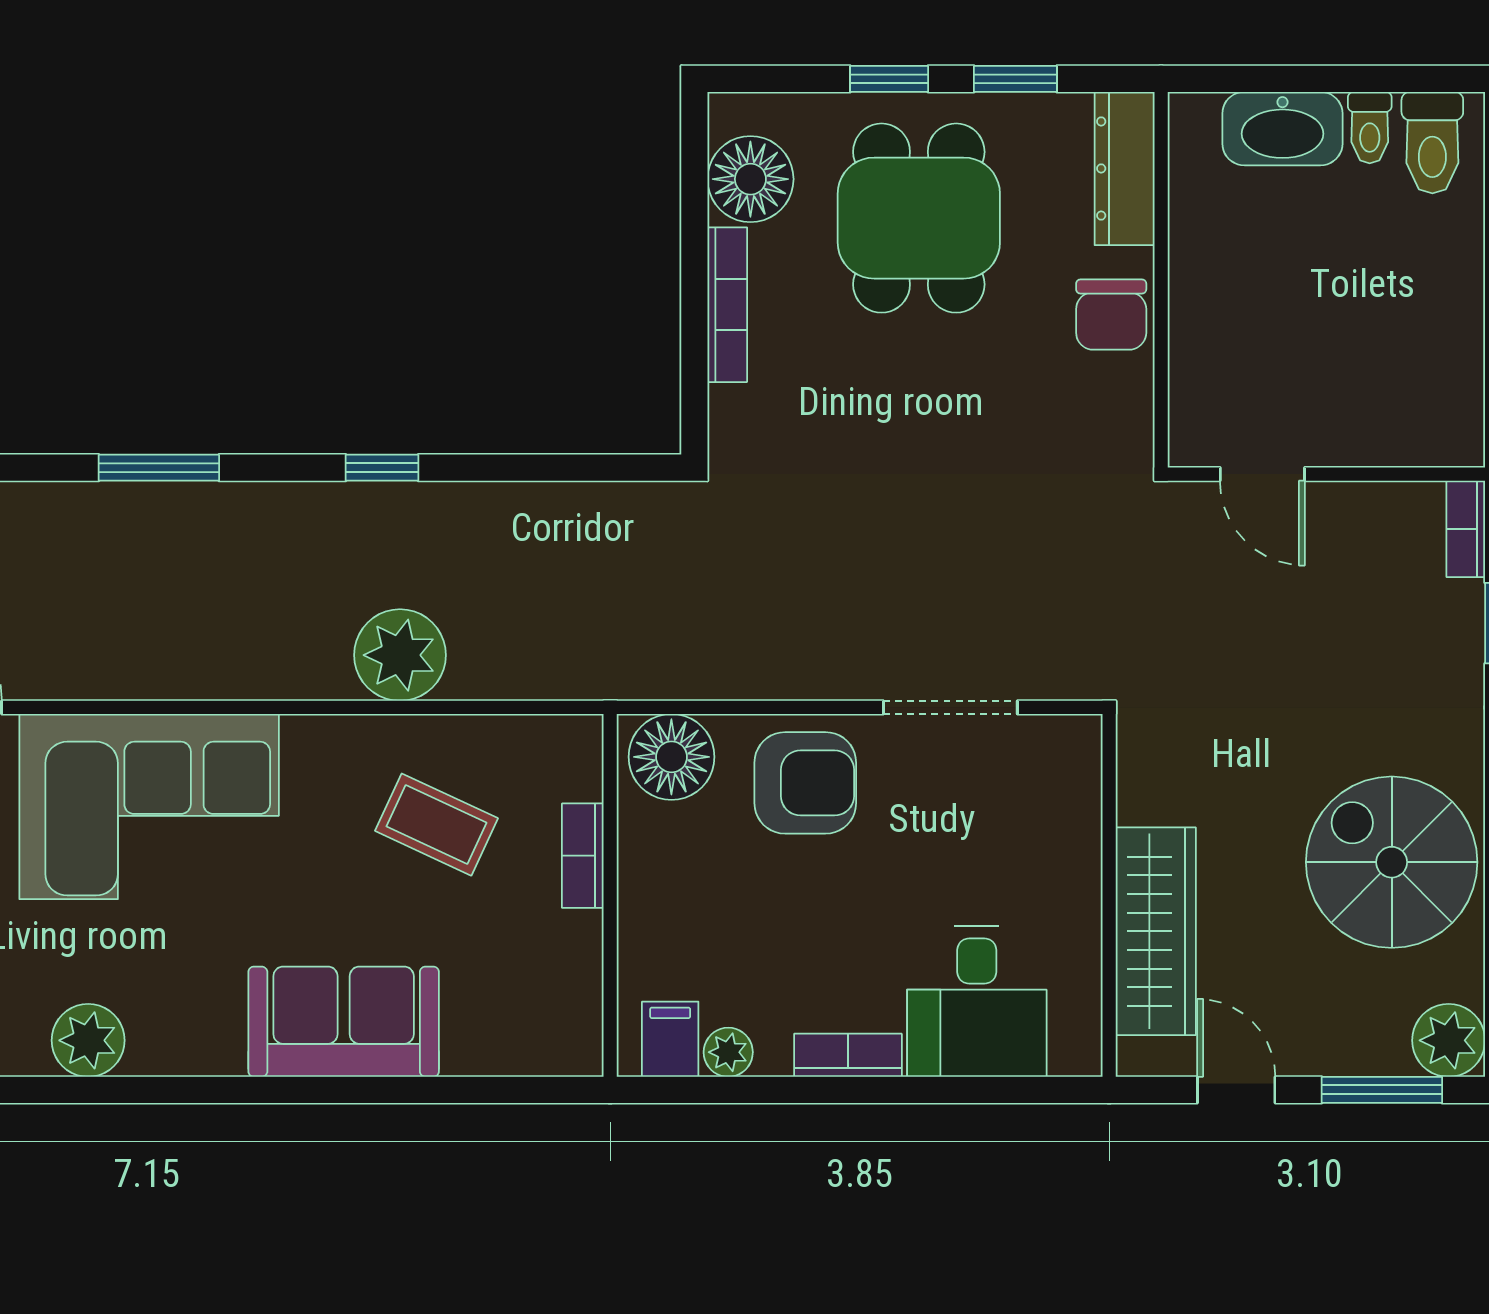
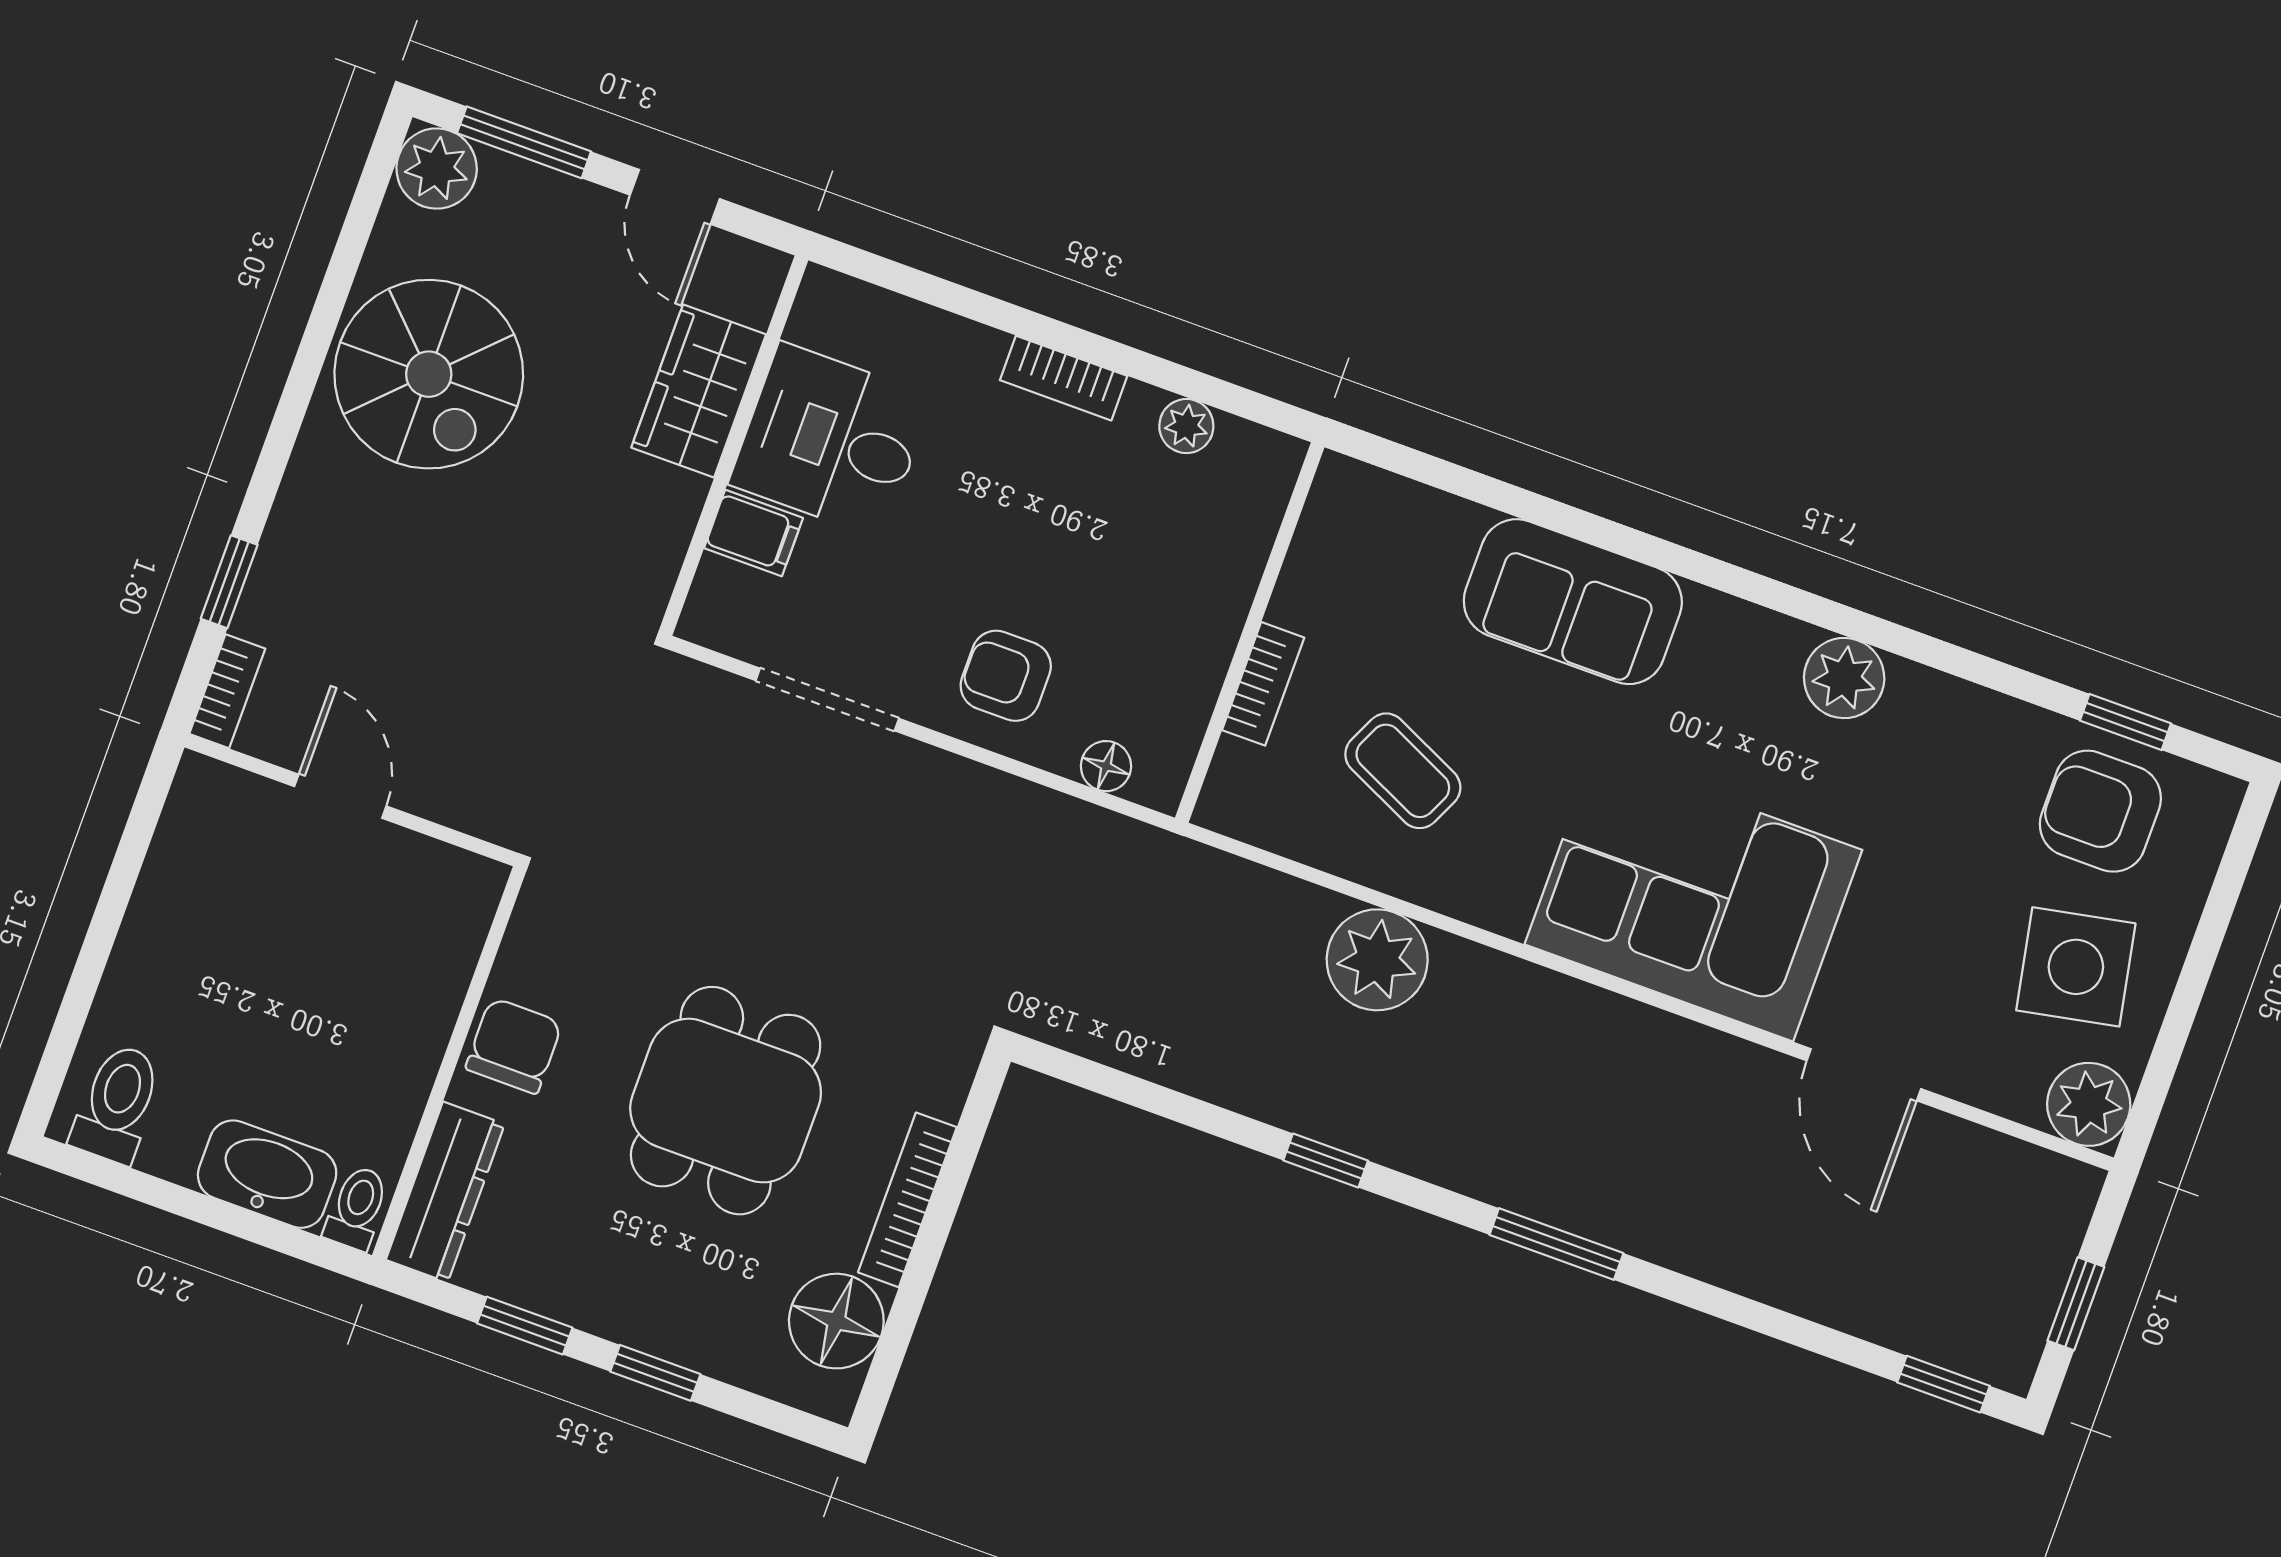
toilet: (1370, 128) -> (357, 1208), moved
dining table: (919, 218) -> (726, 1101), moved
door: (1262, 474) -> (340, 796), moved
floor lamp: (671, 757) -> (1106, 766), width x0.53, depth x0.53
armchair: (805, 783) -> (1006, 676), width x0.72, depth x0.72
wardrobe: (1156, 931) -> (699, 391), width x0.67
desk: (977, 1002) -> (831, 440), moved, turned -90
filing cabinet: (670, 1039) -> (753, 533), moved, turned -90

